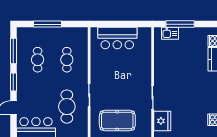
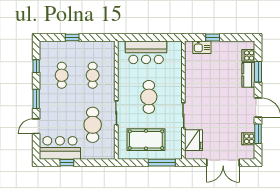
window: (48, 24) -> (72, 38), width x0.46
window: (180, 24) -> (213, 38), width x0.46
window: (13, 51) -> (36, 66), width x0.46
cafe table: (120, 80) -> (149, 97), added

